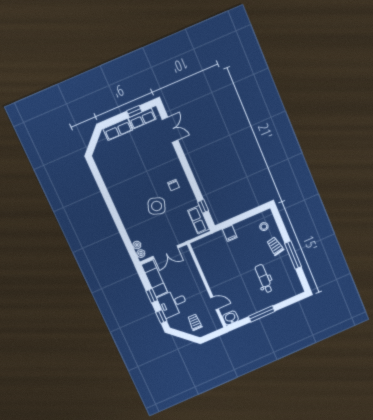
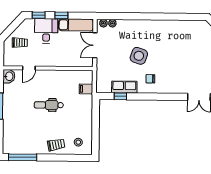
row of seats: (198, 220) -> (124, 87), moved
filing cabinet: (230, 233) -> (86, 89), moved
window: (293, 255) -> (23, 157), moved
dental chair: (264, 279) -> (49, 105), moved, turned 180

